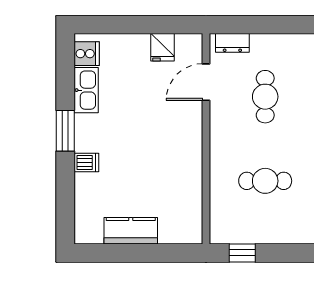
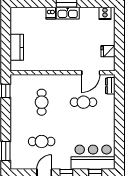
door: (206, 82) -> (91, 73), swing flipped
kitchen sink: (86, 90) -> (68, 13), moved
kitchen counter: (131, 231) -> (17, 47), moved

